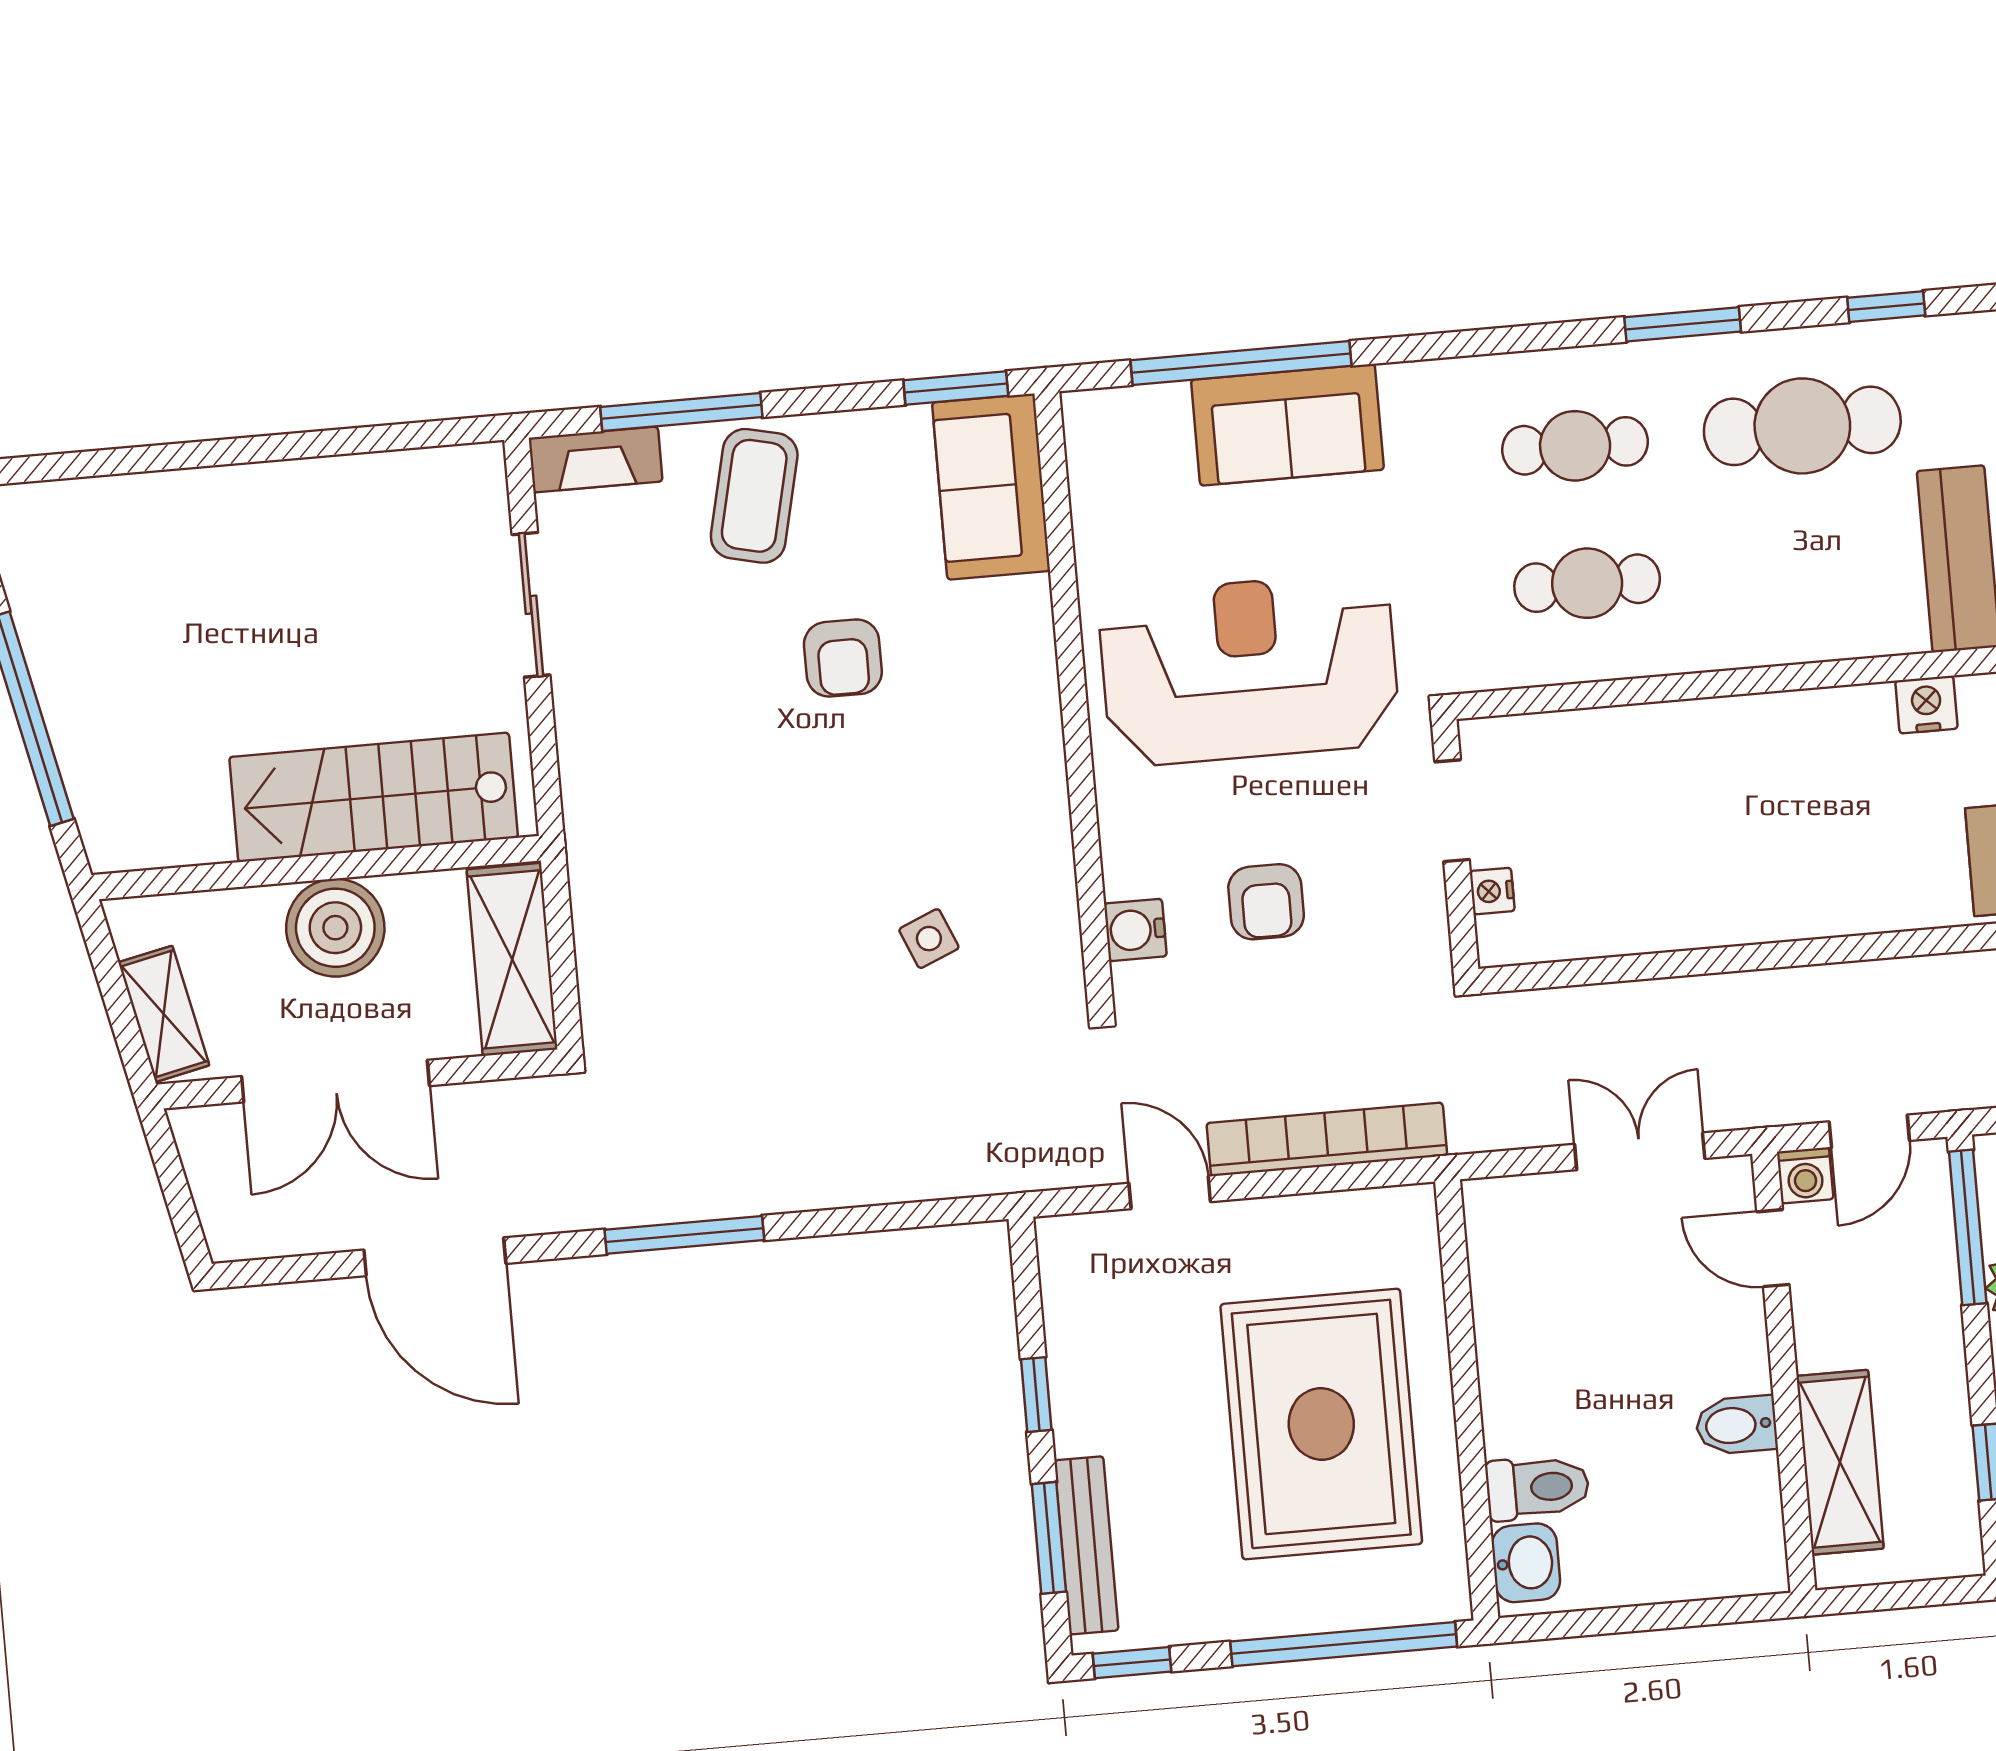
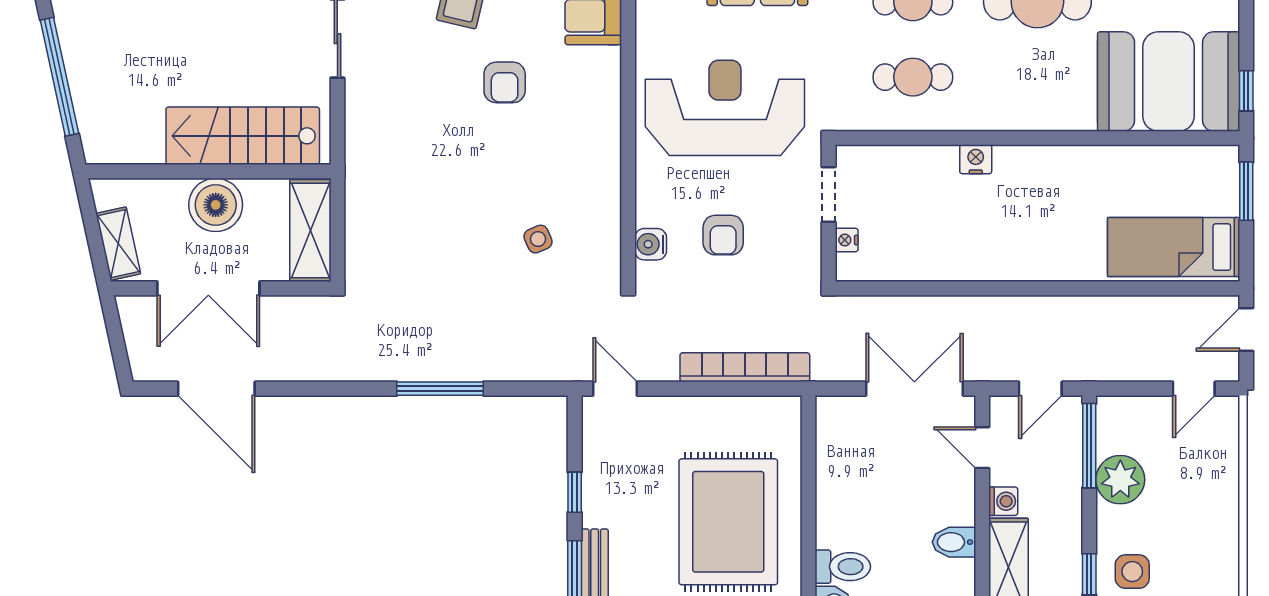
nightstand: (1926, 705) -> (976, 159), moved
double door: (1640, 1151) -> (914, 389), width x1.37
washing machine: (1805, 1175) -> (1003, 501), moved, turned -90
door: (1170, 1192) -> (615, 389), moved
window: (684, 1235) -> (440, 389), moved
door: (435, 1257) -> (216, 389), moved

